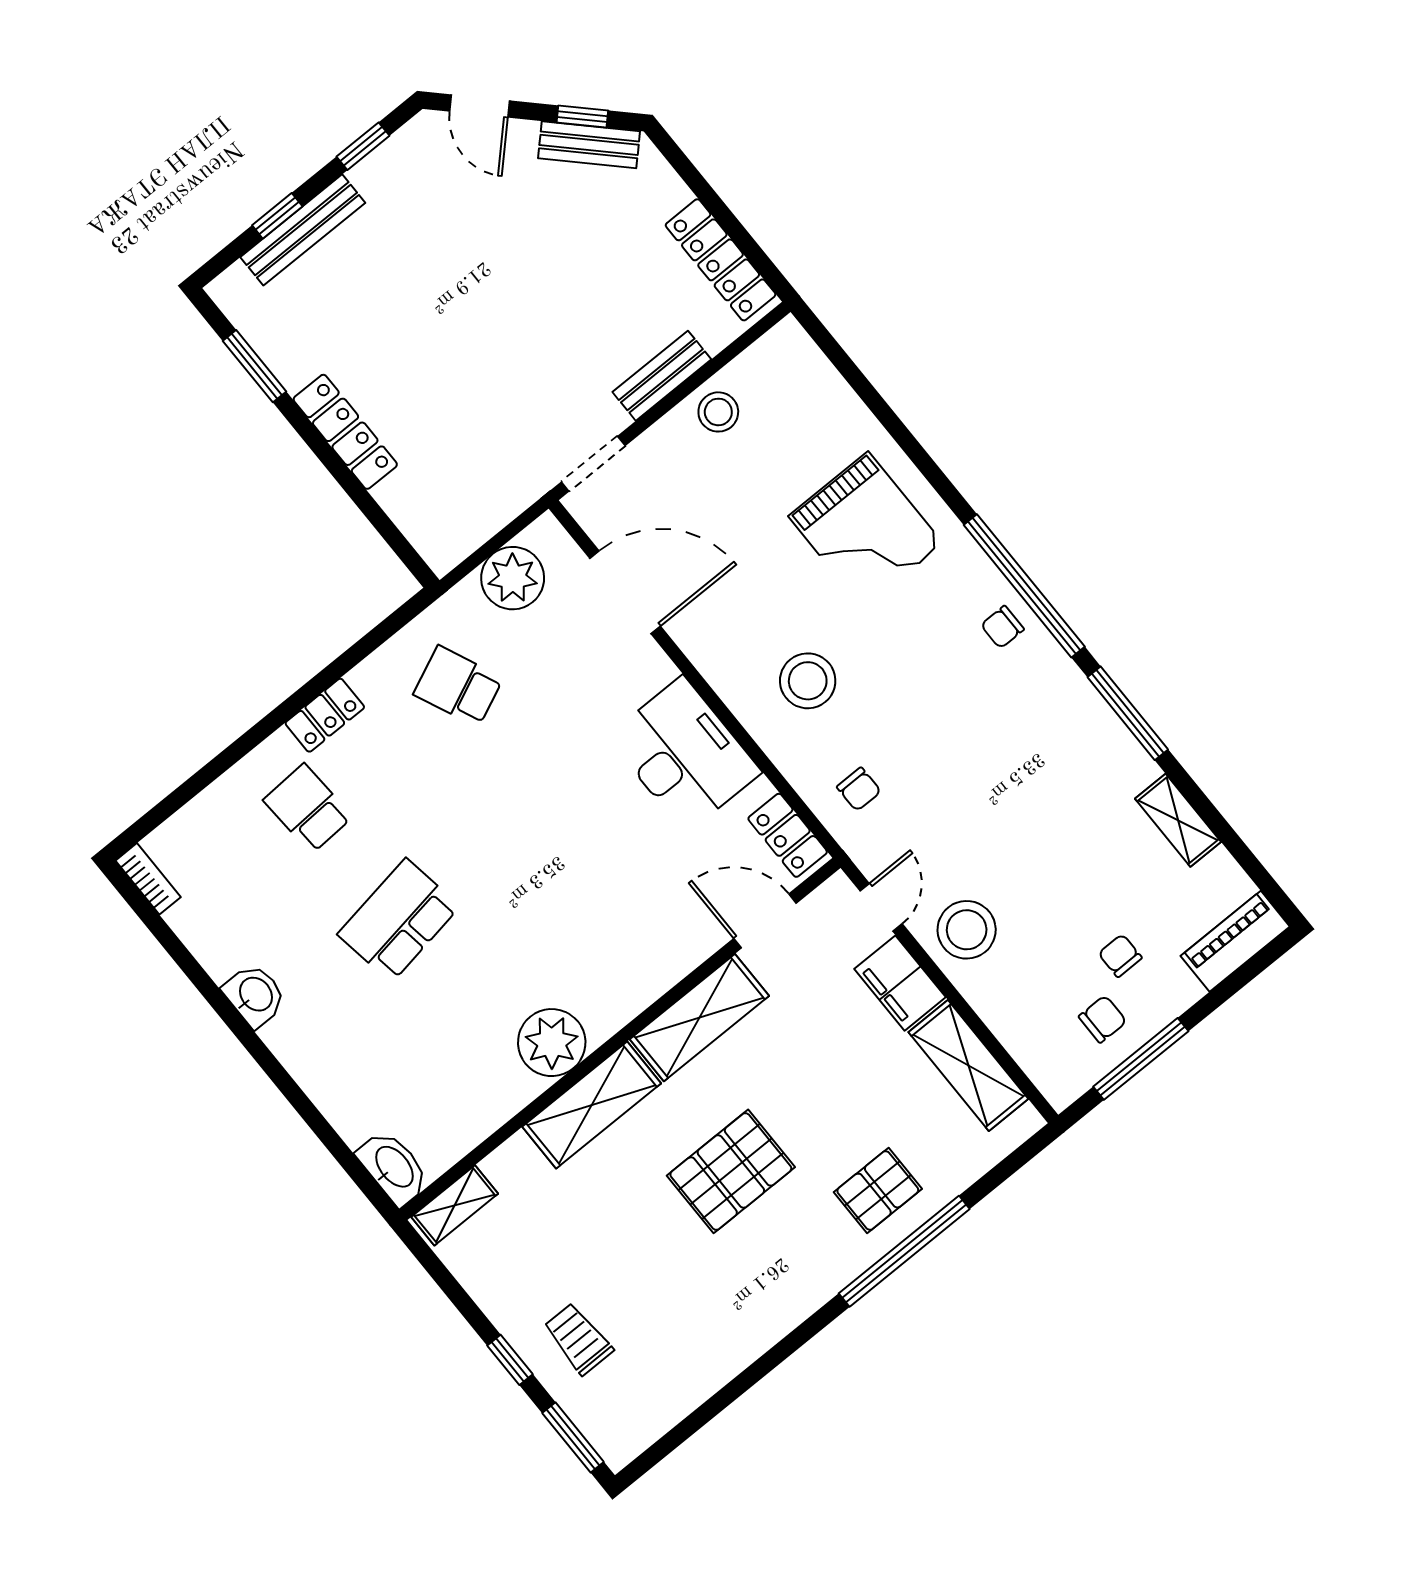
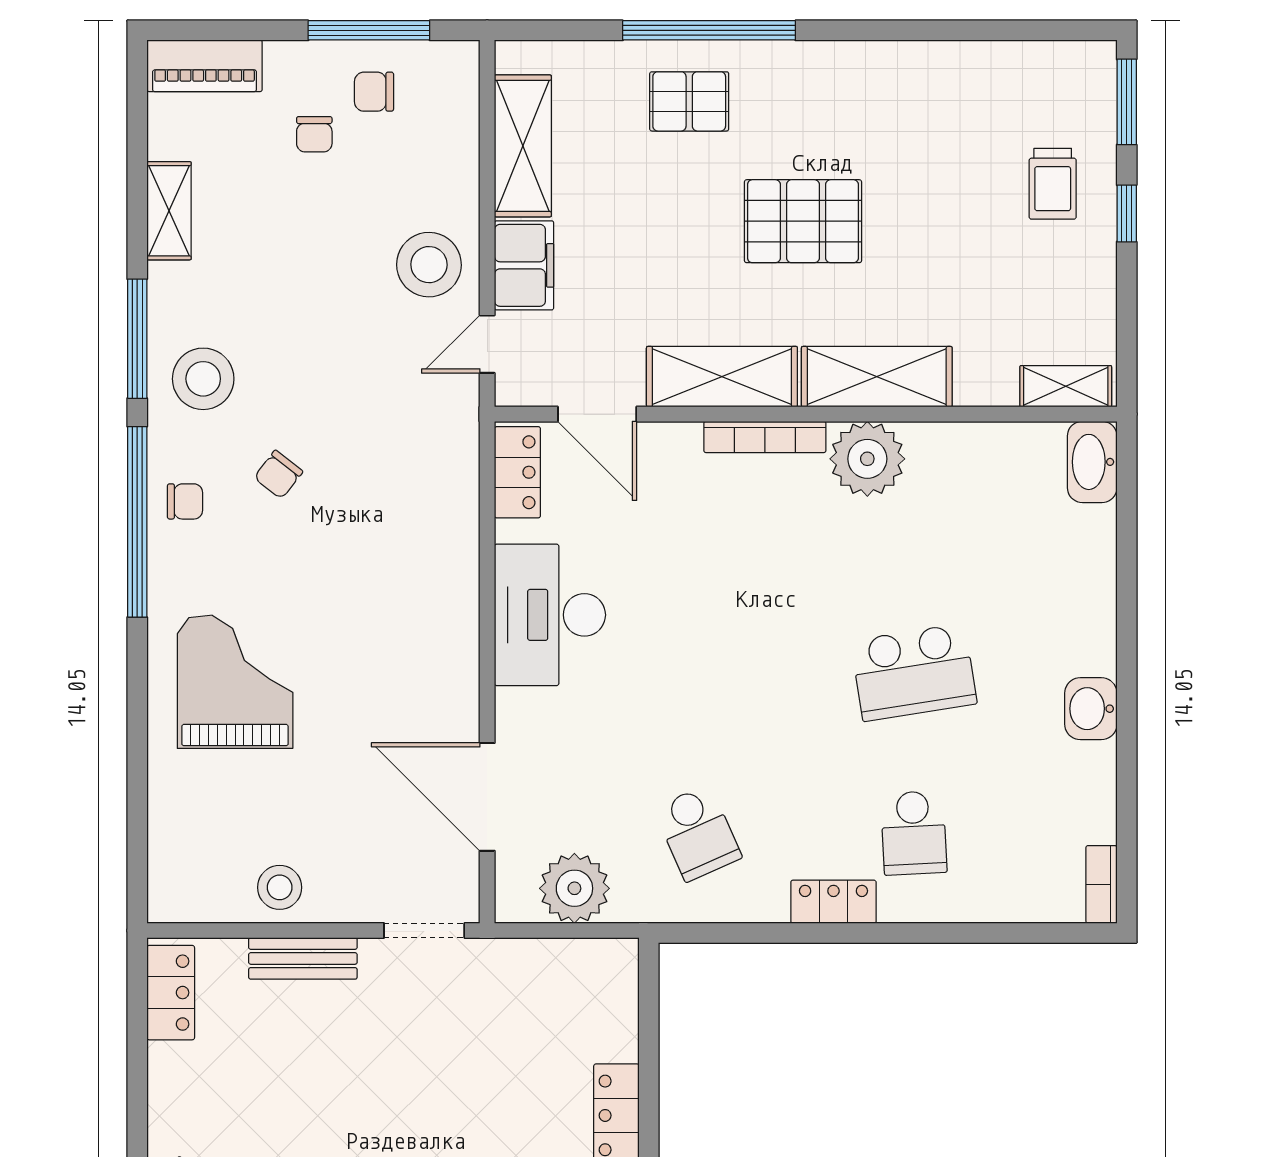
locker: (721, 260) -> (171, 993), width x0.66
stool: (808, 681) -> (203, 379), moved
chair: (859, 789) -> (278, 474), moved, turned -142
bookcase: (635, 1000) -> (765, 437), added

